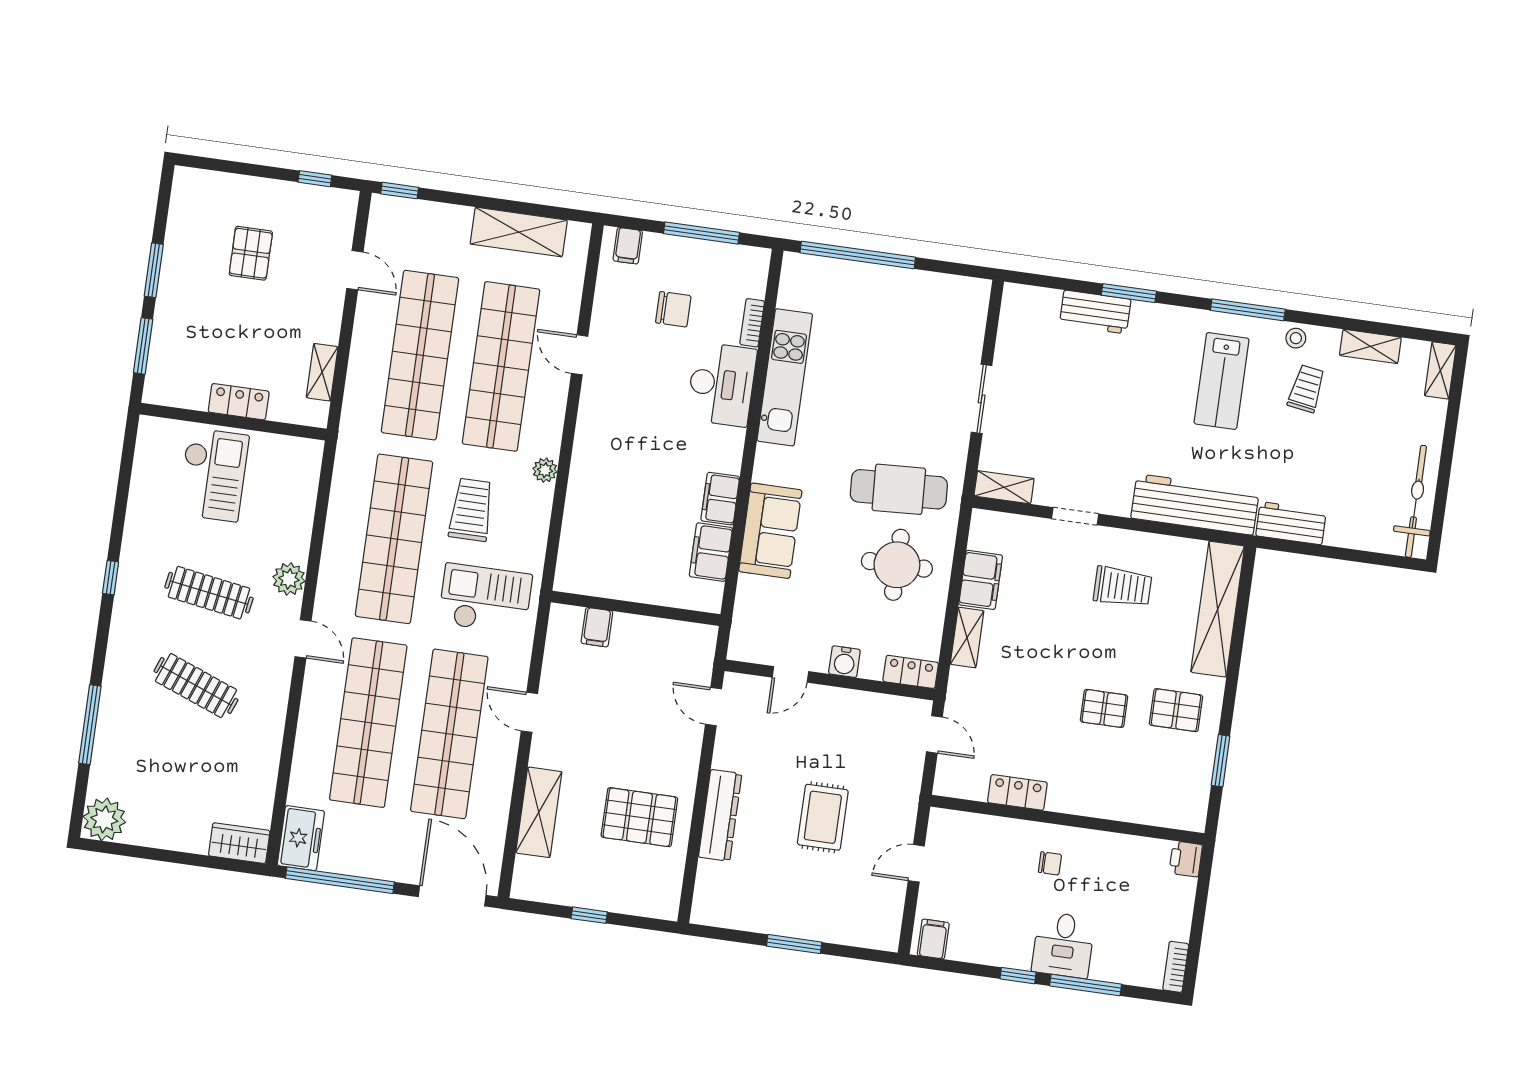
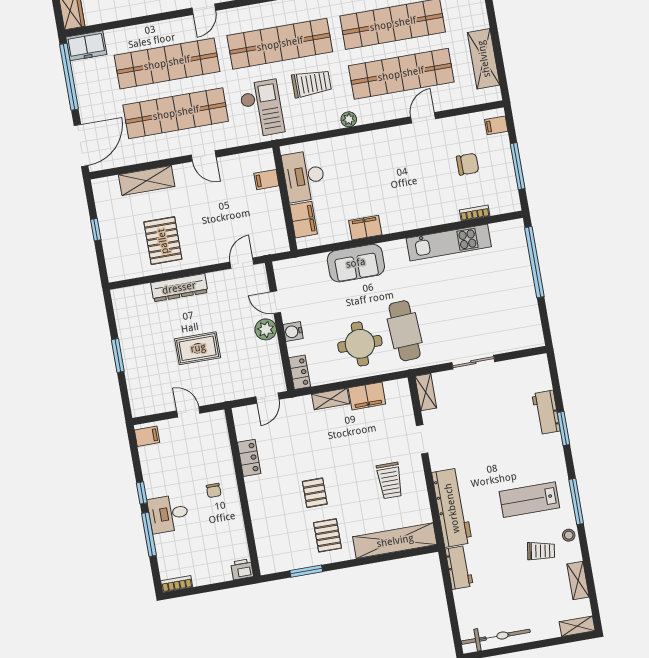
chair: (673, 309) -> (468, 164), turned -90
desk: (722, 384) -> (304, 176), moved, turned 90
filing cabinet: (711, 552) -> (304, 220), moved, turned 90
plant: (828, 703) -> (266, 329), added
door: (529, 712) -> (204, 156), swing flipped

